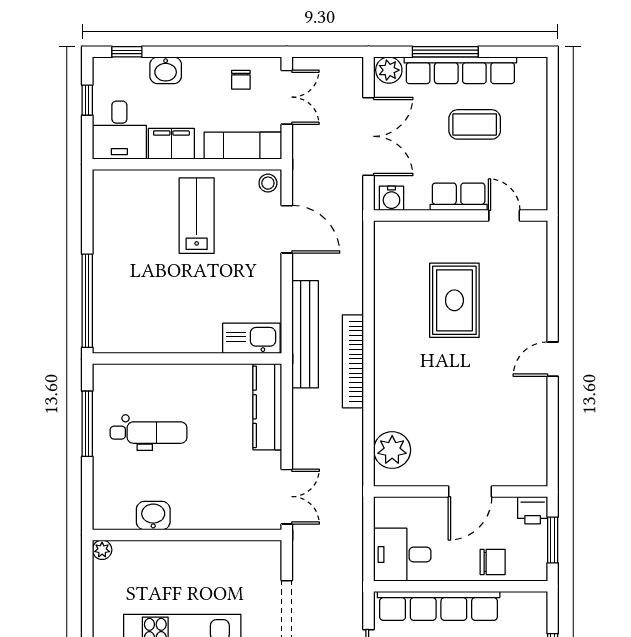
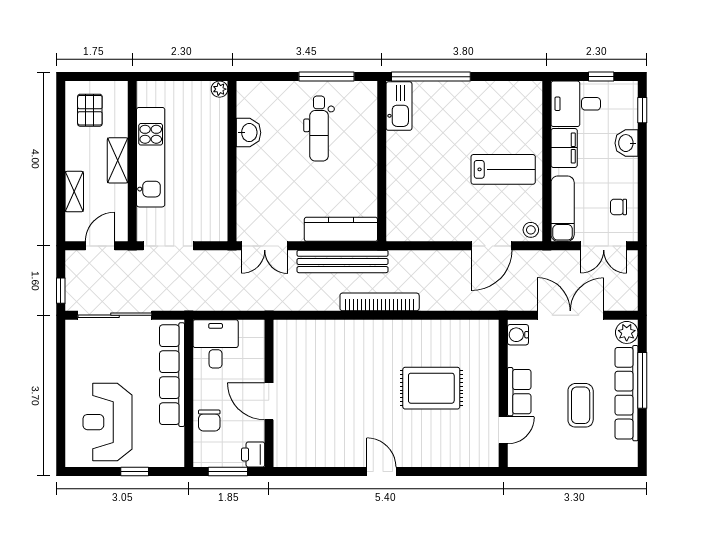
double door: (369, 136) -> (570, 315), swing flipped
bench: (305, 334) -> (343, 261), moved
kitchen sink: (251, 338) -> (399, 106), moved
plant: (392, 450) -> (304, 335), removed

